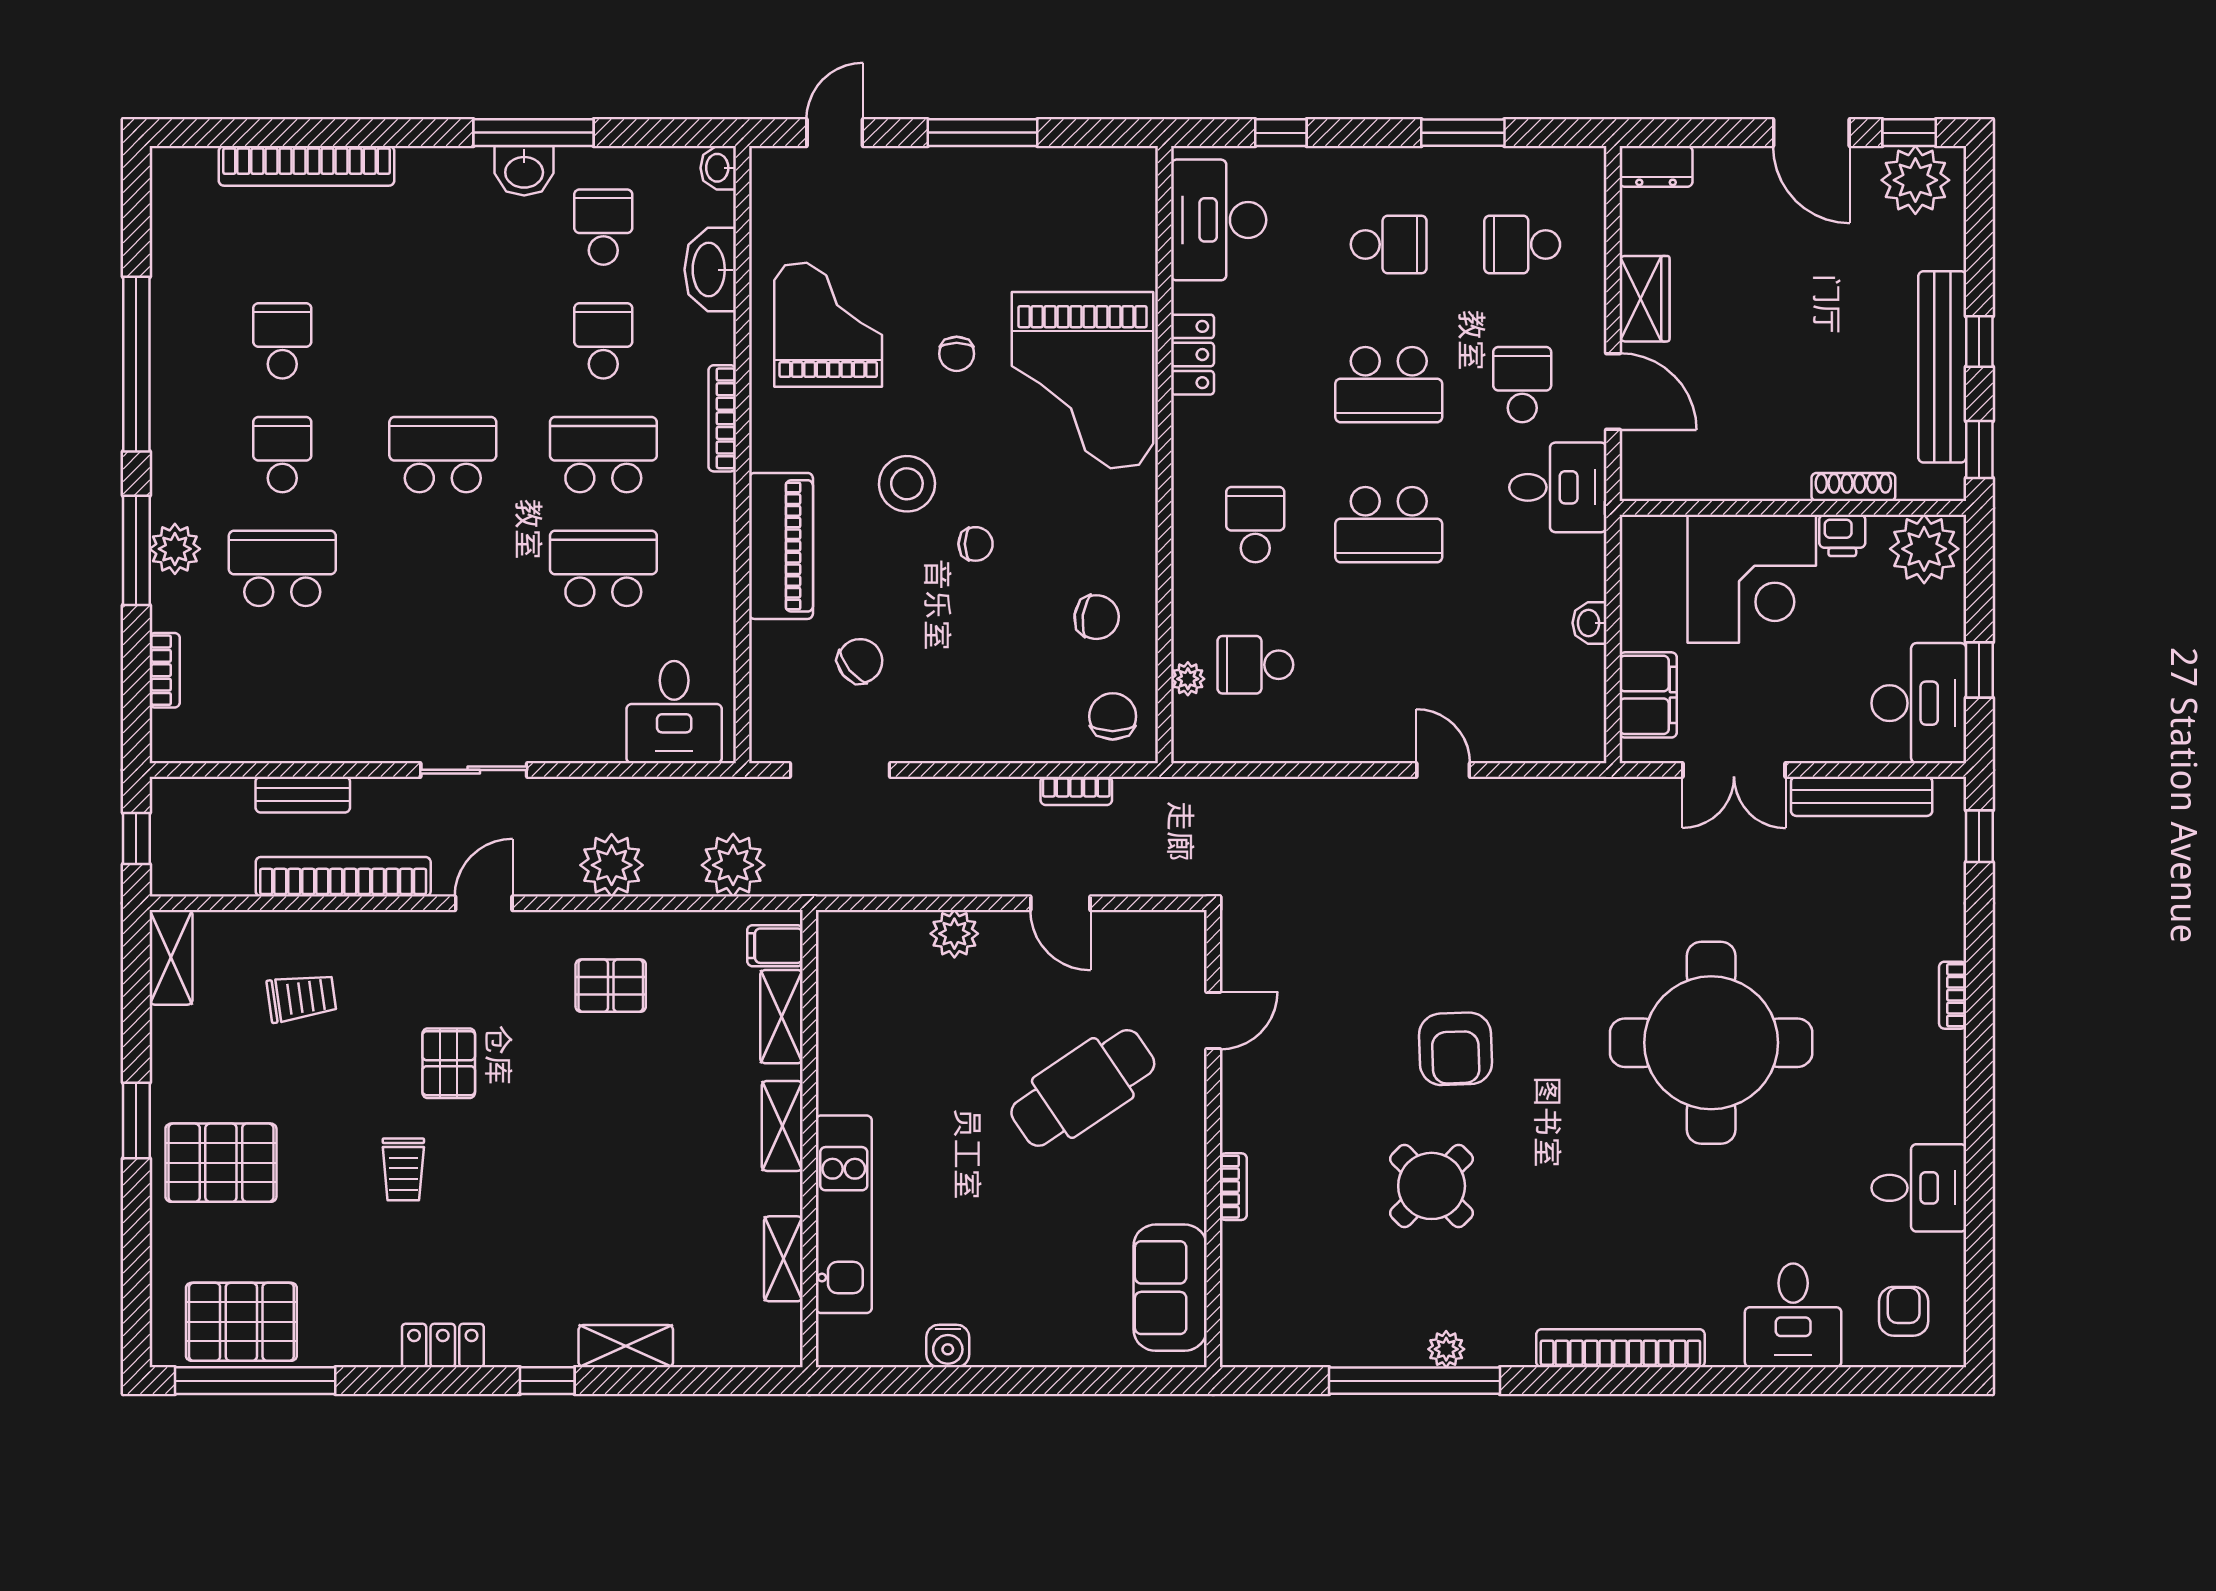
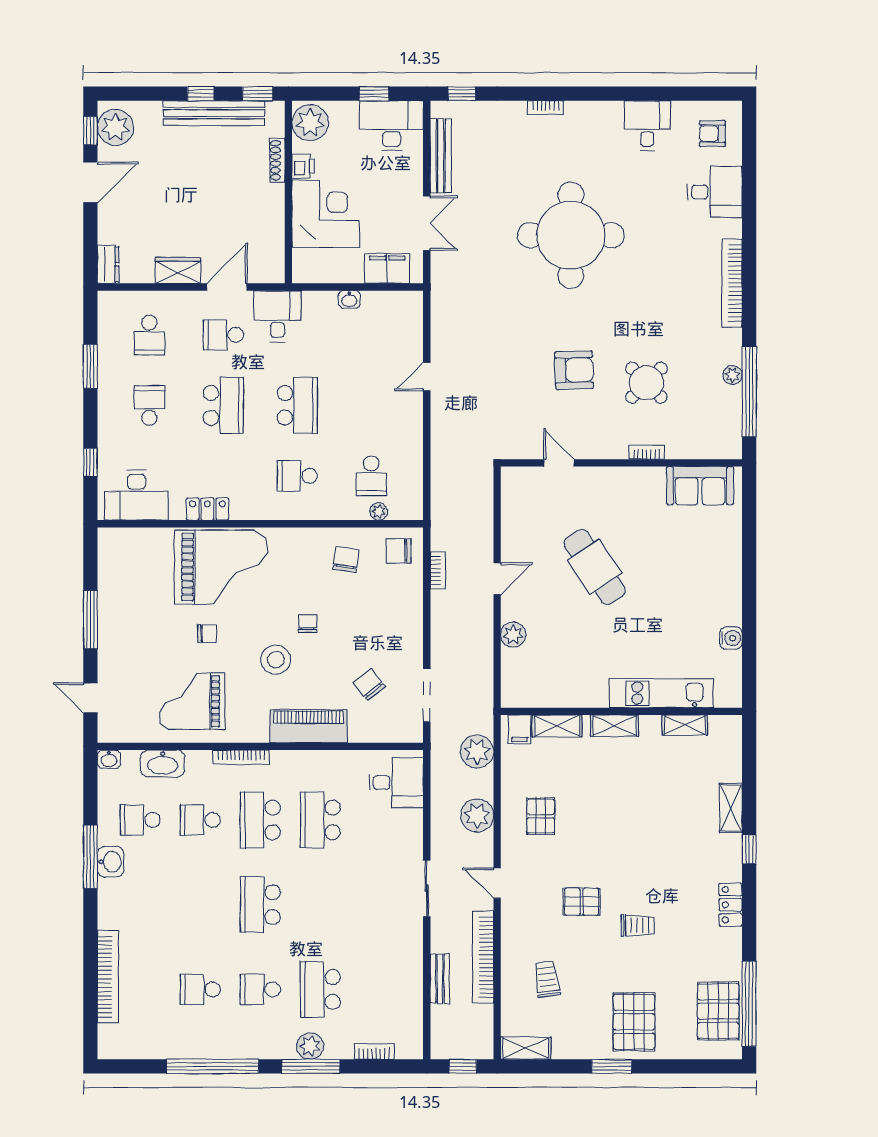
door: (1213, 1020) -> (559, 463), moved
wall: (1213, 1139) -> (621, 463), moved
bookcase: (1233, 1187) -> (647, 452), moved
sofa: (1170, 1288) -> (700, 486), moved

